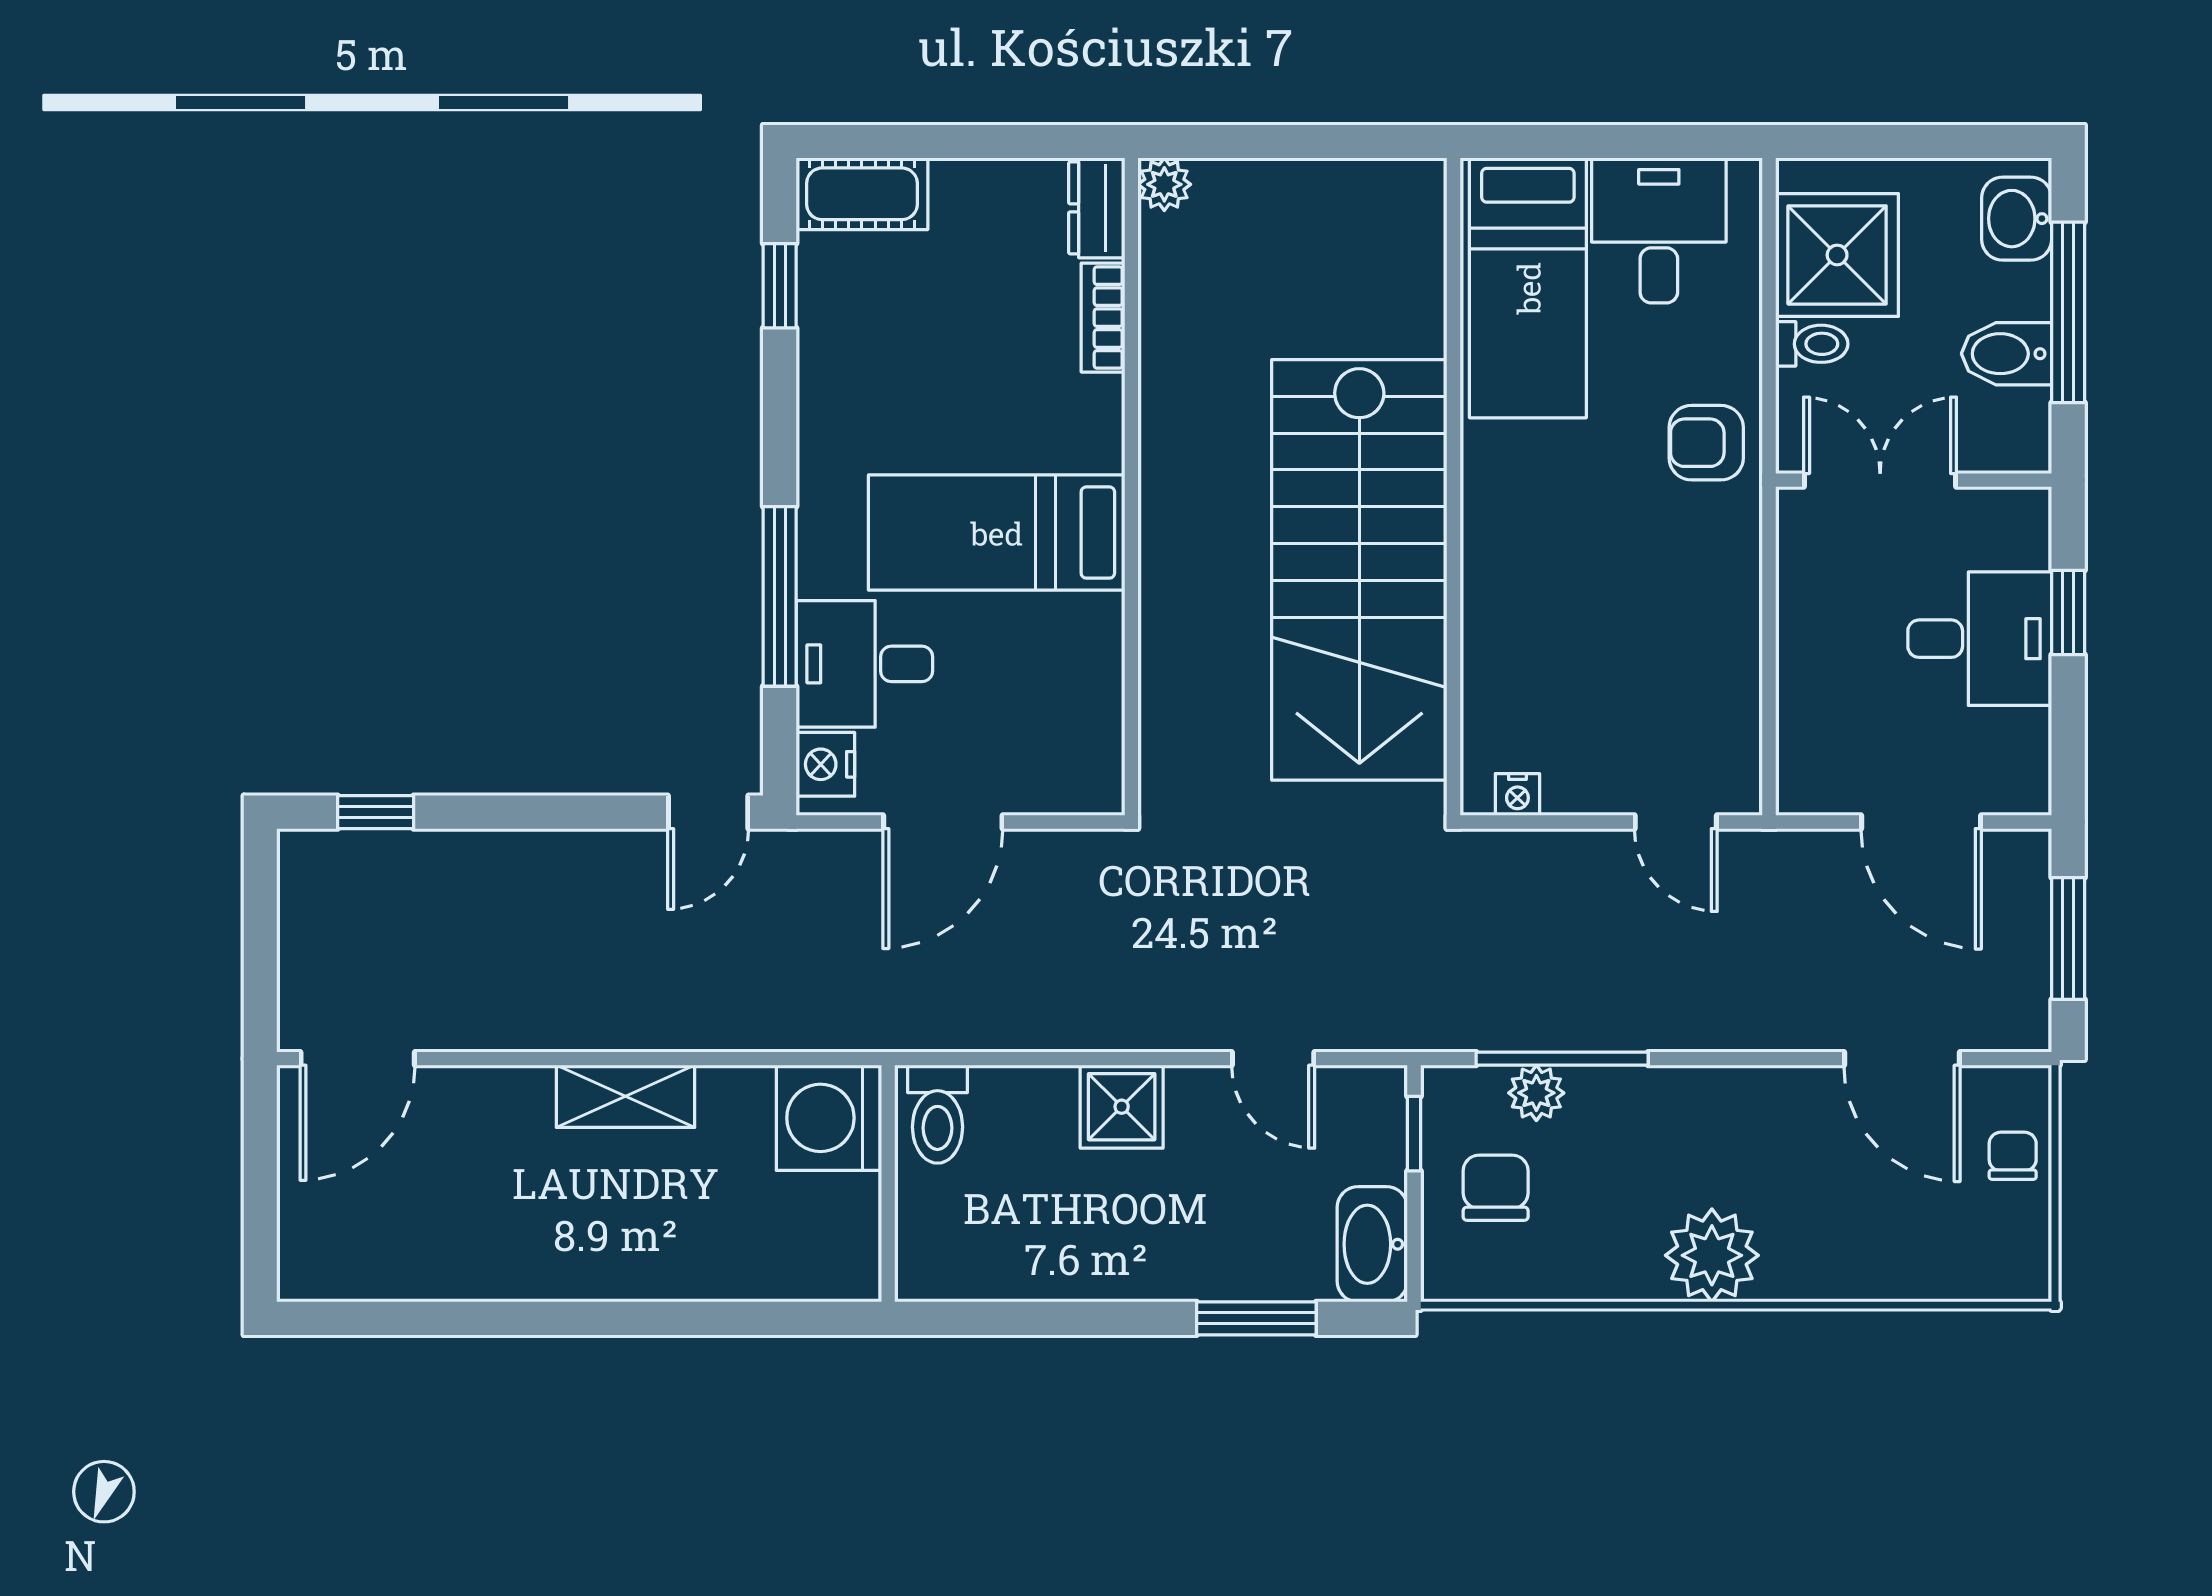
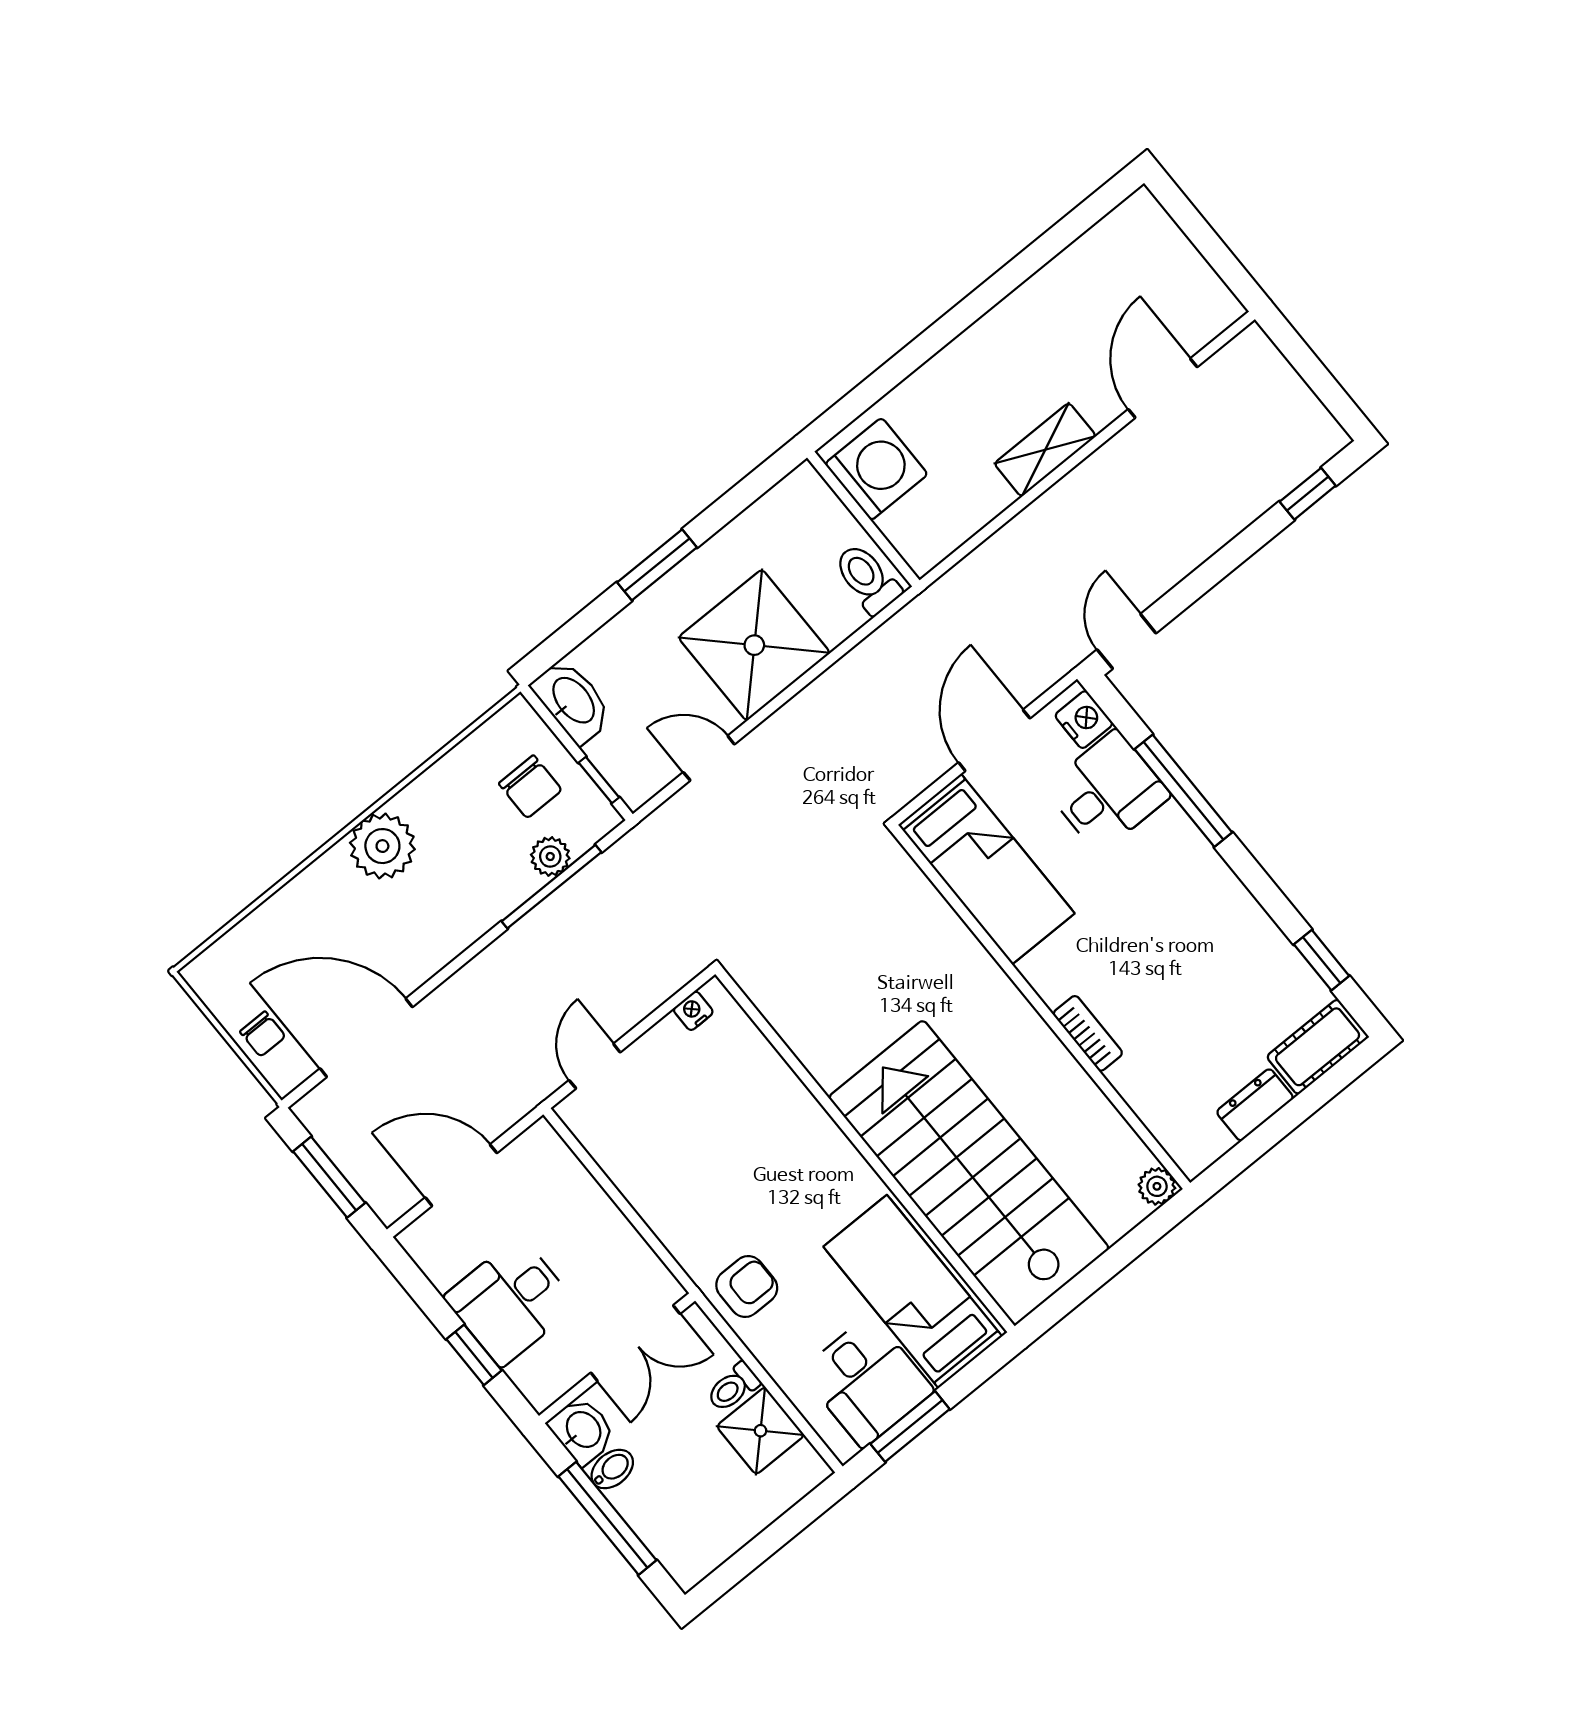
window: (1652, 142) -> (910, 1427), added
dresser: (1097, 208) -> (1255, 1105), moved, turned -90
washbasin: (2017, 219) -> (582, 1430), moved
shower: (1837, 255) -> (761, 1431), width x0.73, depth x0.73
bookcase: (1103, 318) -> (1088, 1033), moved
bidet: (2007, 354) -> (612, 1469), width x0.72, depth x0.74
bed: (997, 533) -> (986, 869), moved, turned 90
stairs: (1359, 570) -> (969, 1173), moved
door: (1676, 822) -> (595, 1066), hinge flipped
door: (358, 1059) -> (1163, 388), moved
door: (1902, 1059) -> (366, 1038), width x1.36
shower: (1122, 1107) -> (754, 645), width x1.86, depth x1.86
washing machine: (829, 1118) -> (876, 469), moved
window: (1256, 1318) -> (657, 565), moved

